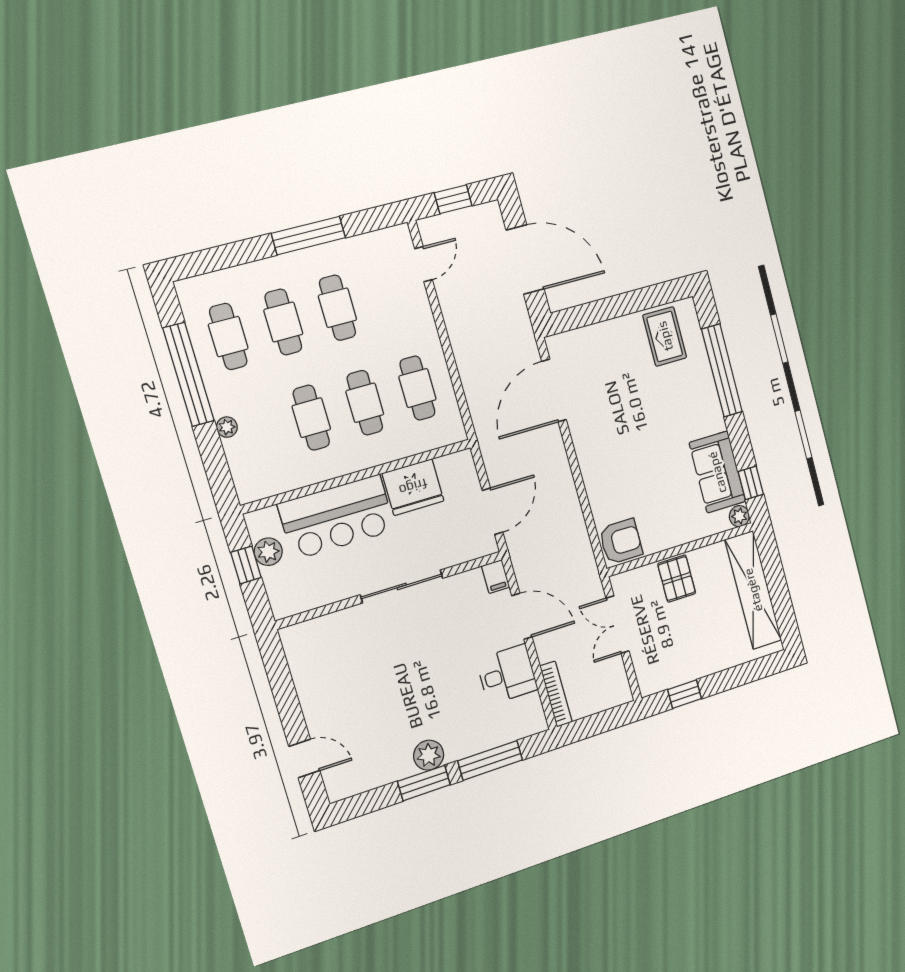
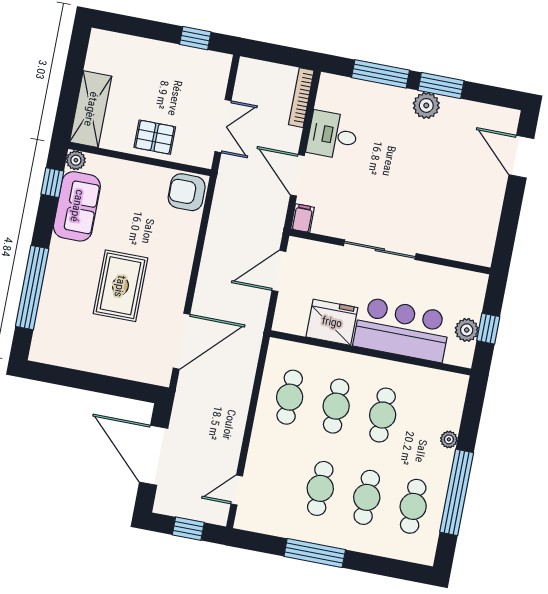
rug: (665, 336) -> (120, 286), moved, width x1.36, depth x1.43
pallet: (677, 579) -> (155, 137), turned 90
shelving: (753, 590) -> (91, 109), width x0.68
door: (304, 759) -> (521, 157), width x1.38

